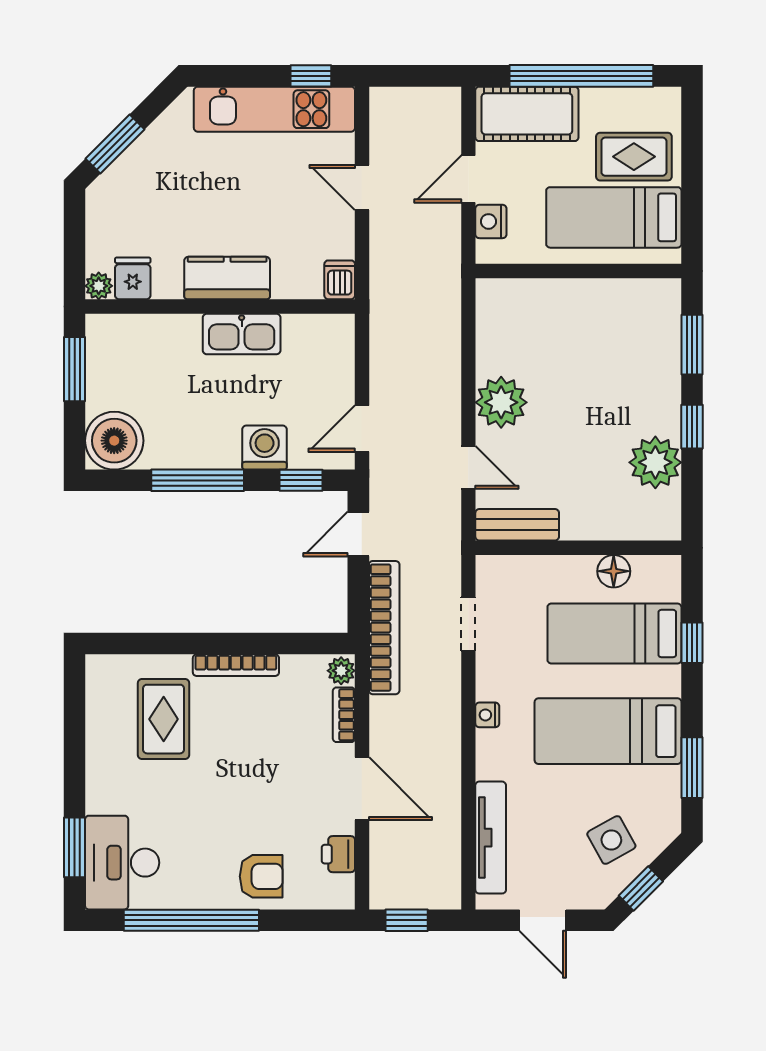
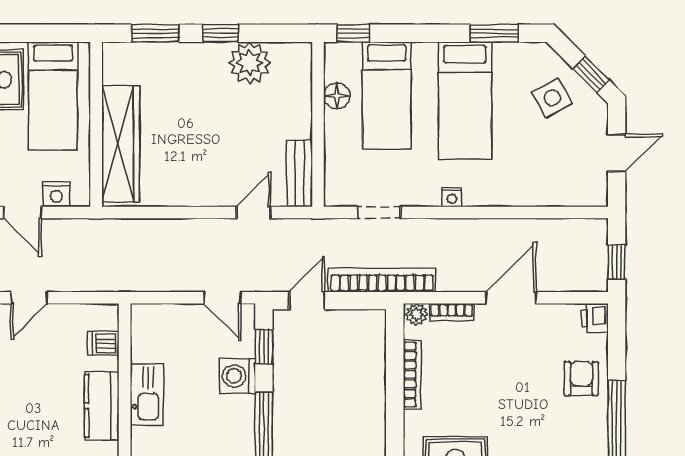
dishwasher: (340, 280) -> (103, 343), moved
wardrobe: (554, 302) -> (121, 144), added
plant: (501, 402) -> (201, 186), removed
door: (358, 534) -> (307, 301), swing flipped
window: (692, 643) -> (353, 33), moved
bookcase: (236, 665) -> (412, 375), moved
tv unit: (491, 838) -> (550, 195), removed
printer: (338, 854) -> (595, 318), moved, turned 90

